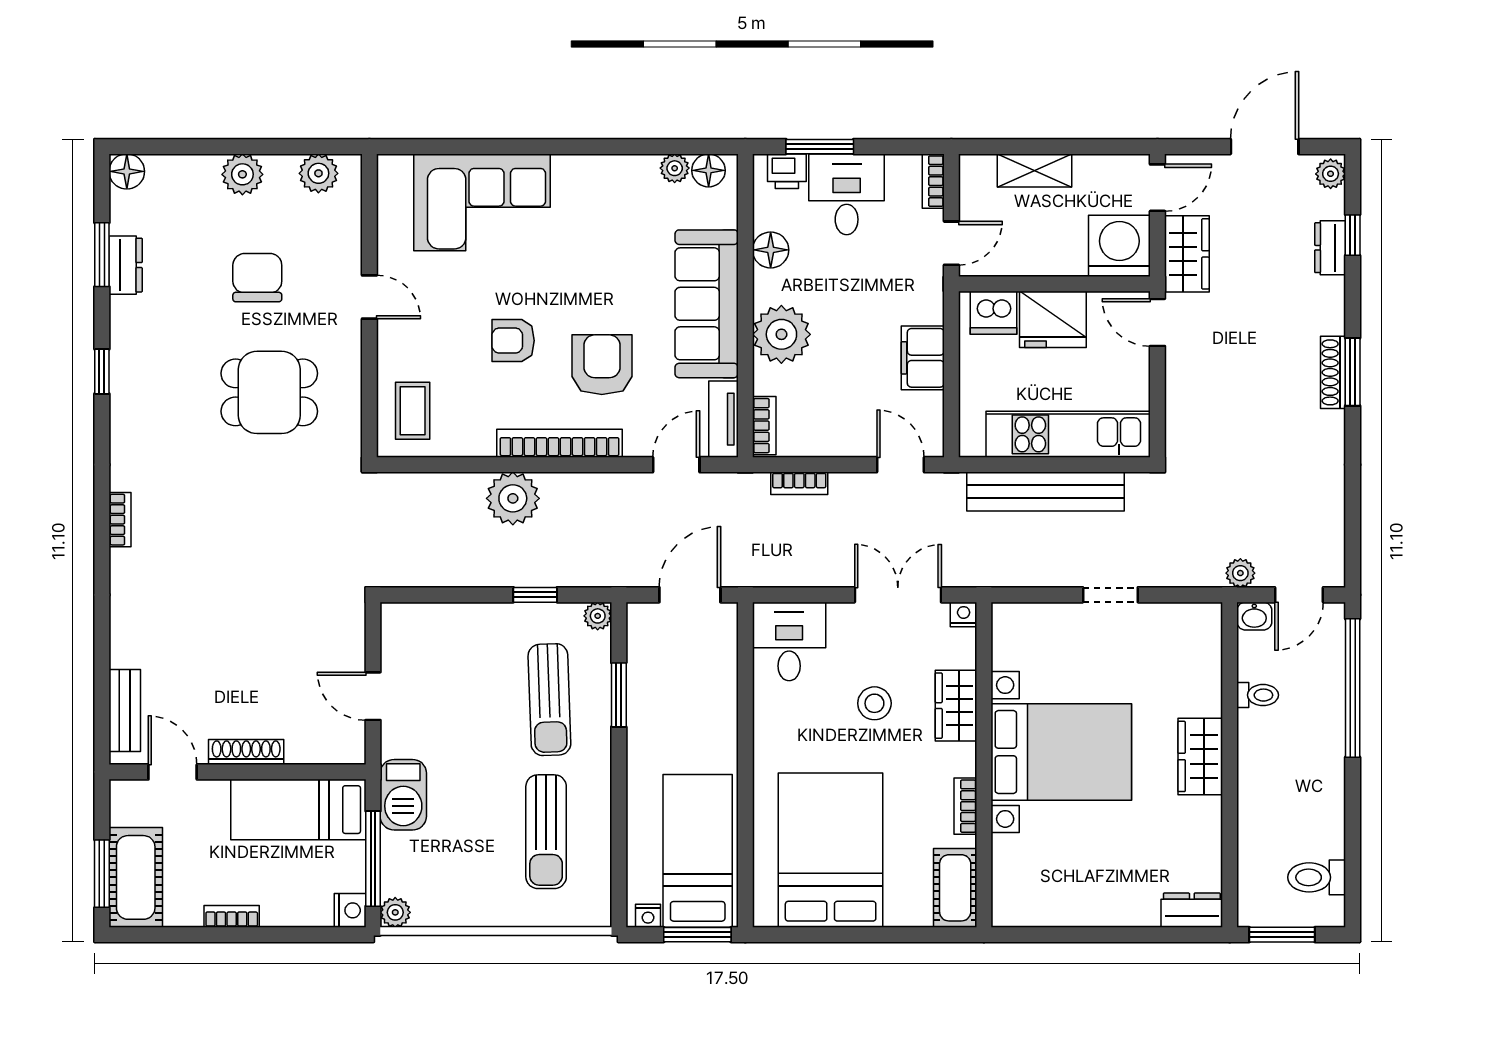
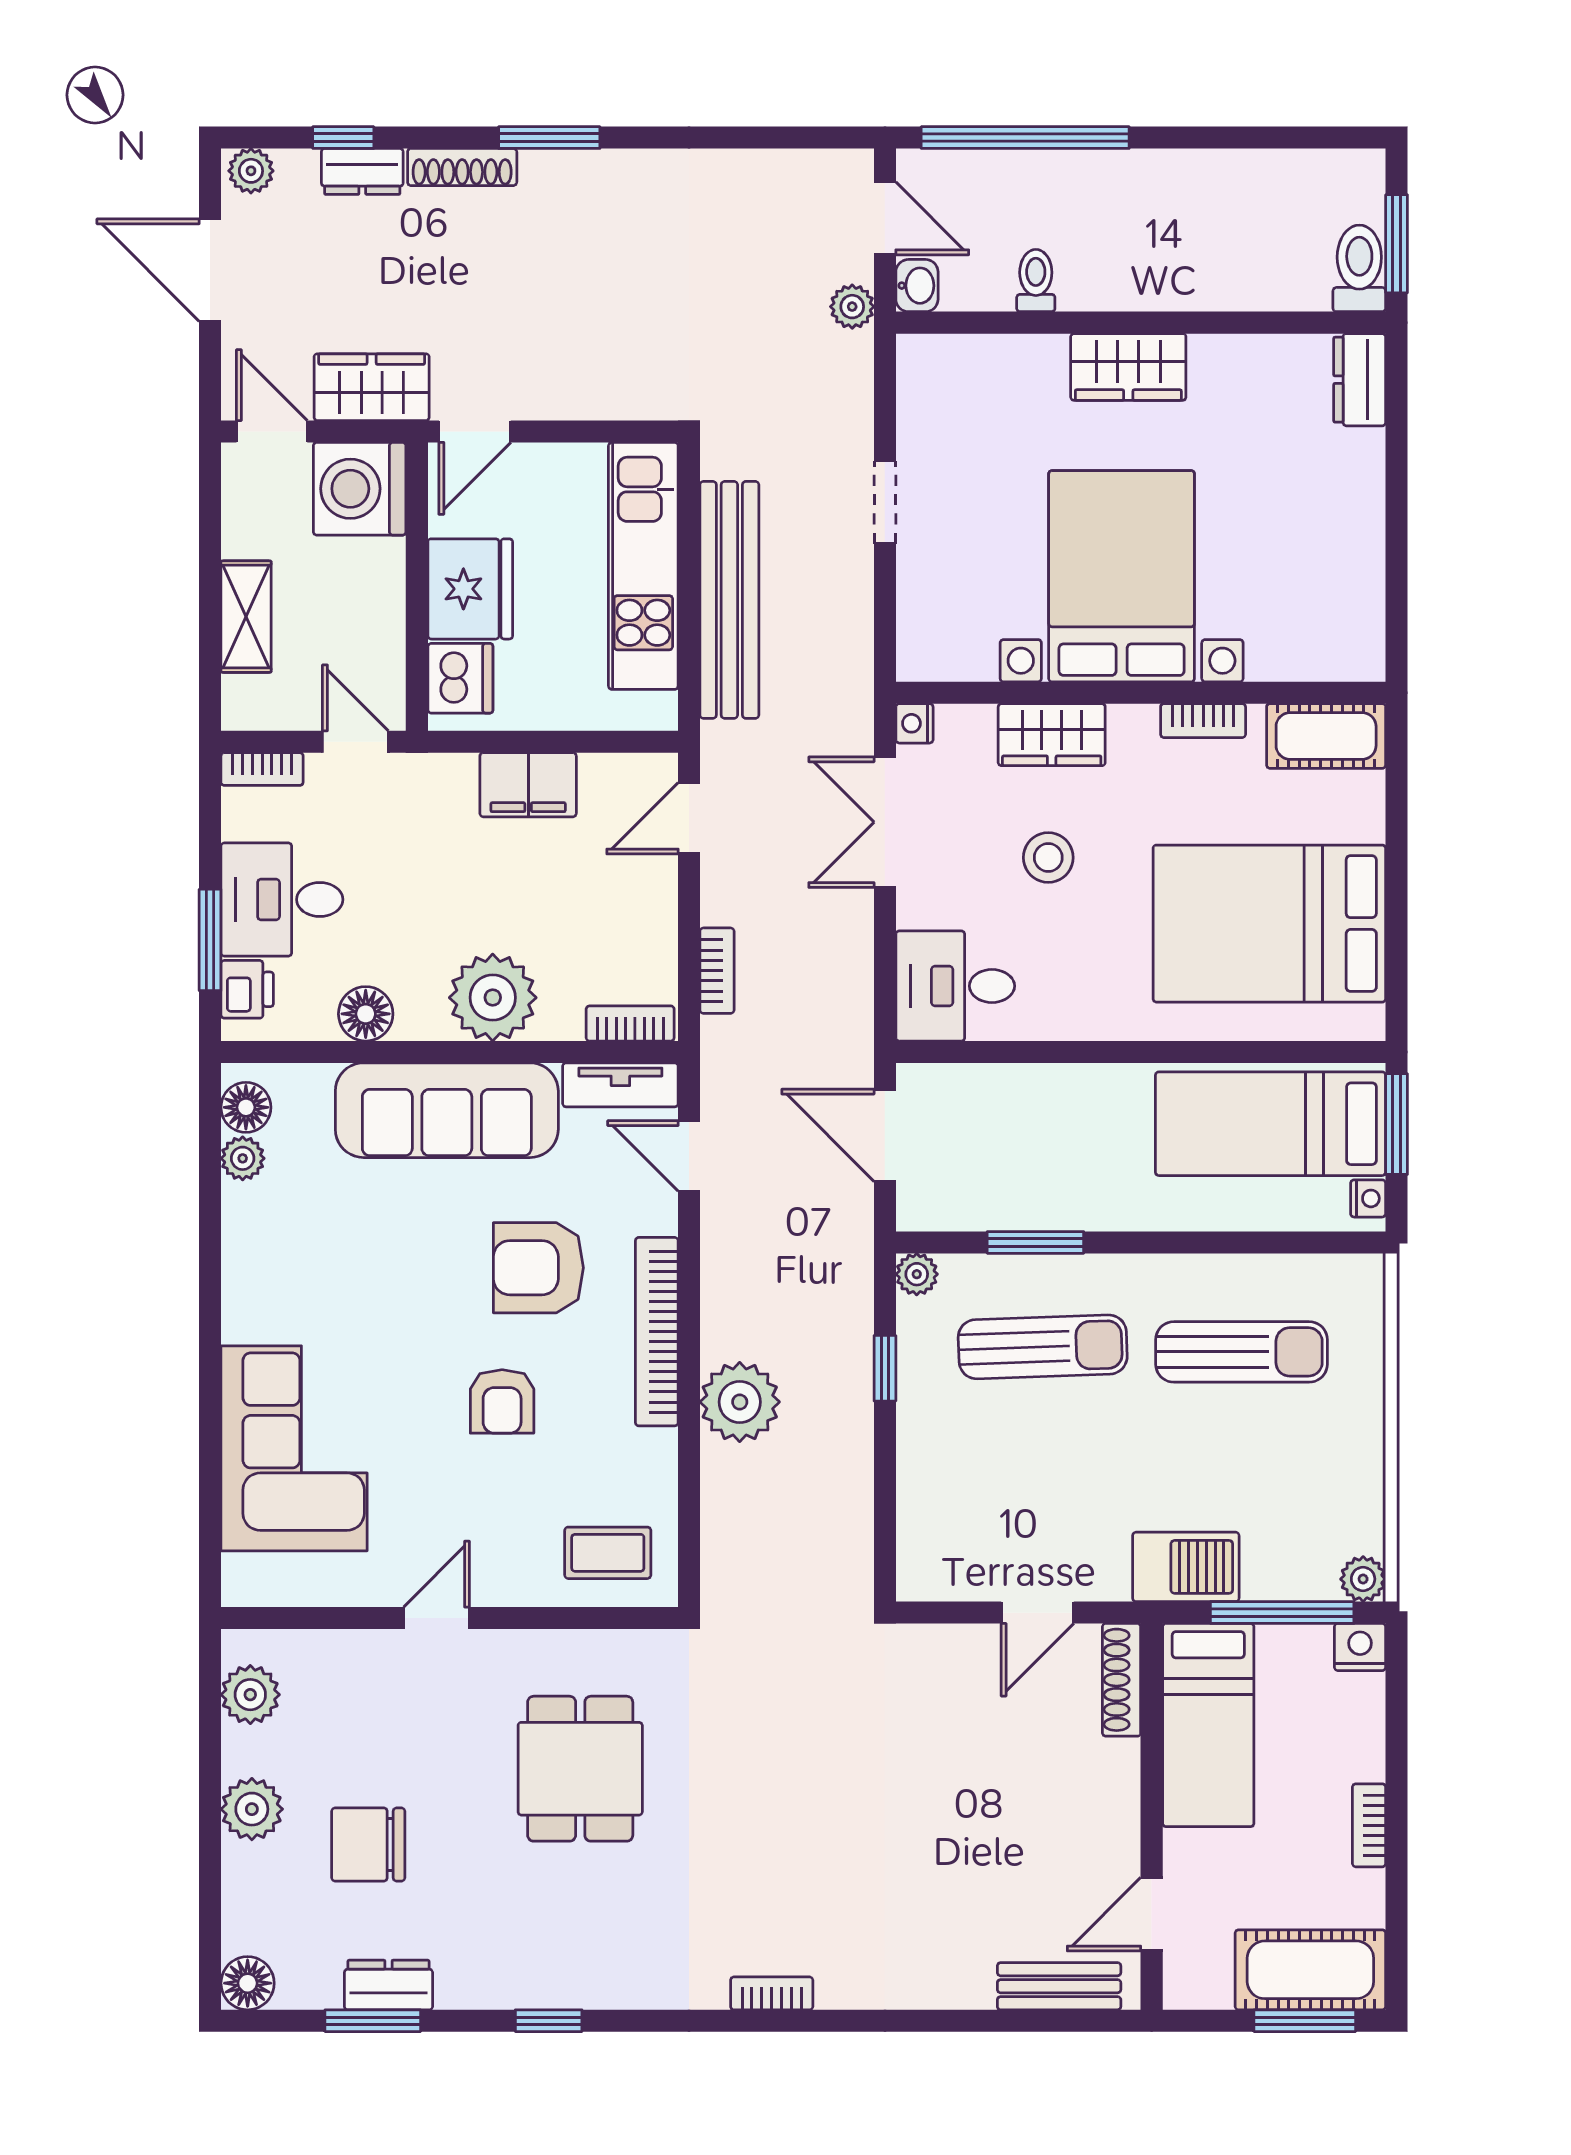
chair: (257, 278) -> (368, 1845), moved
shoe rack: (1333, 372) -> (462, 167), moved
shoe rack: (246, 752) -> (1122, 1680), moved
toilet: (1317, 877) -> (1359, 268), moved, turned 180

